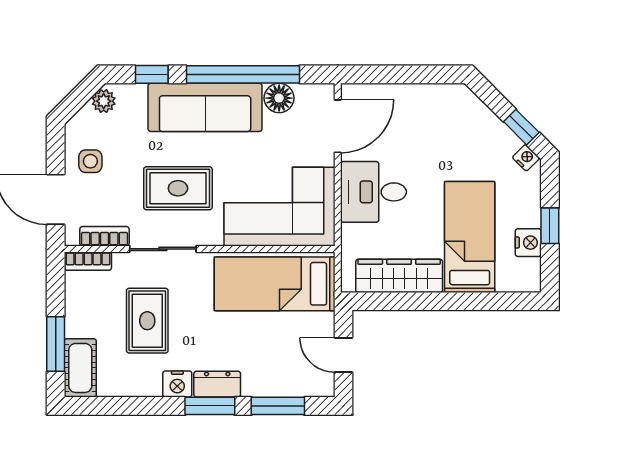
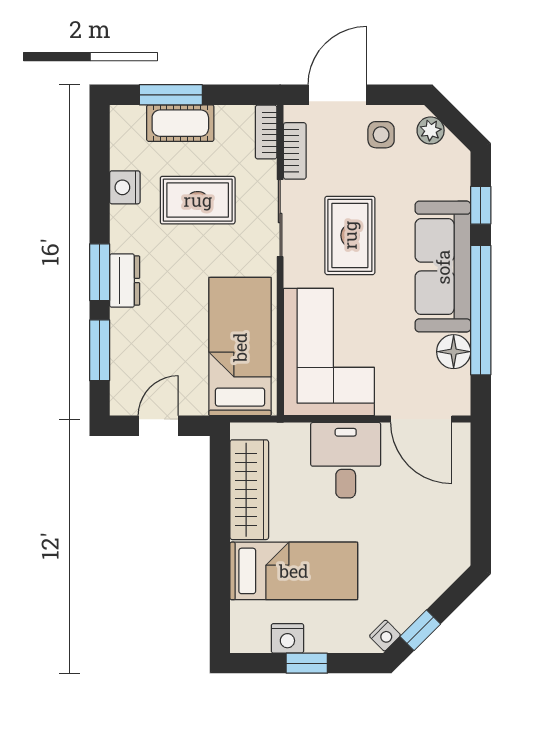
plant: (104, 101) -> (431, 130), moved
cot: (80, 368) -> (180, 123), moved
nightstand: (177, 384) -> (125, 187), moved

